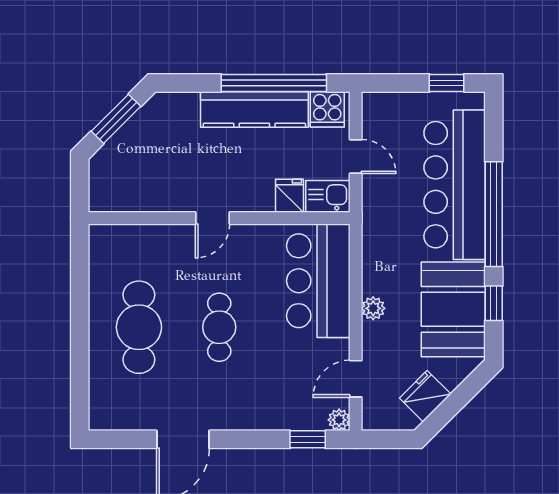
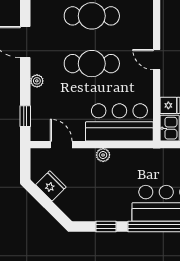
booth: (453, 309) -> (102, 203), removed
cafe table: (219, 327) -> (92, 64), width x1.37, depth x1.35
plant: (339, 420) -> (37, 81), moved

